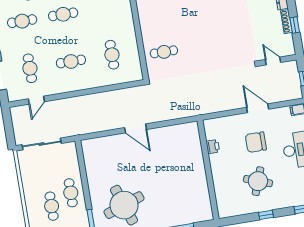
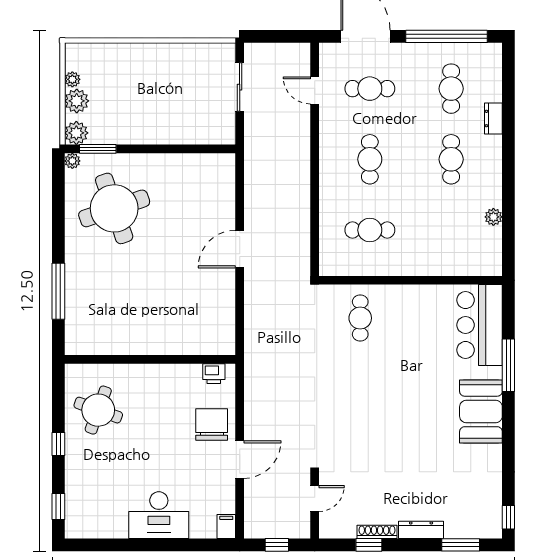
chair: (256, 142) -> (212, 424), moved
sliding door: (42, 144) -> (240, 87), width x0.73
printer: (213, 147) -> (214, 374), moved
round table: (258, 181) -> (98, 410), moved
cafe table: (71, 193) -> (150, 123), removed
cafe table: (52, 206) -> (133, 87), removed

